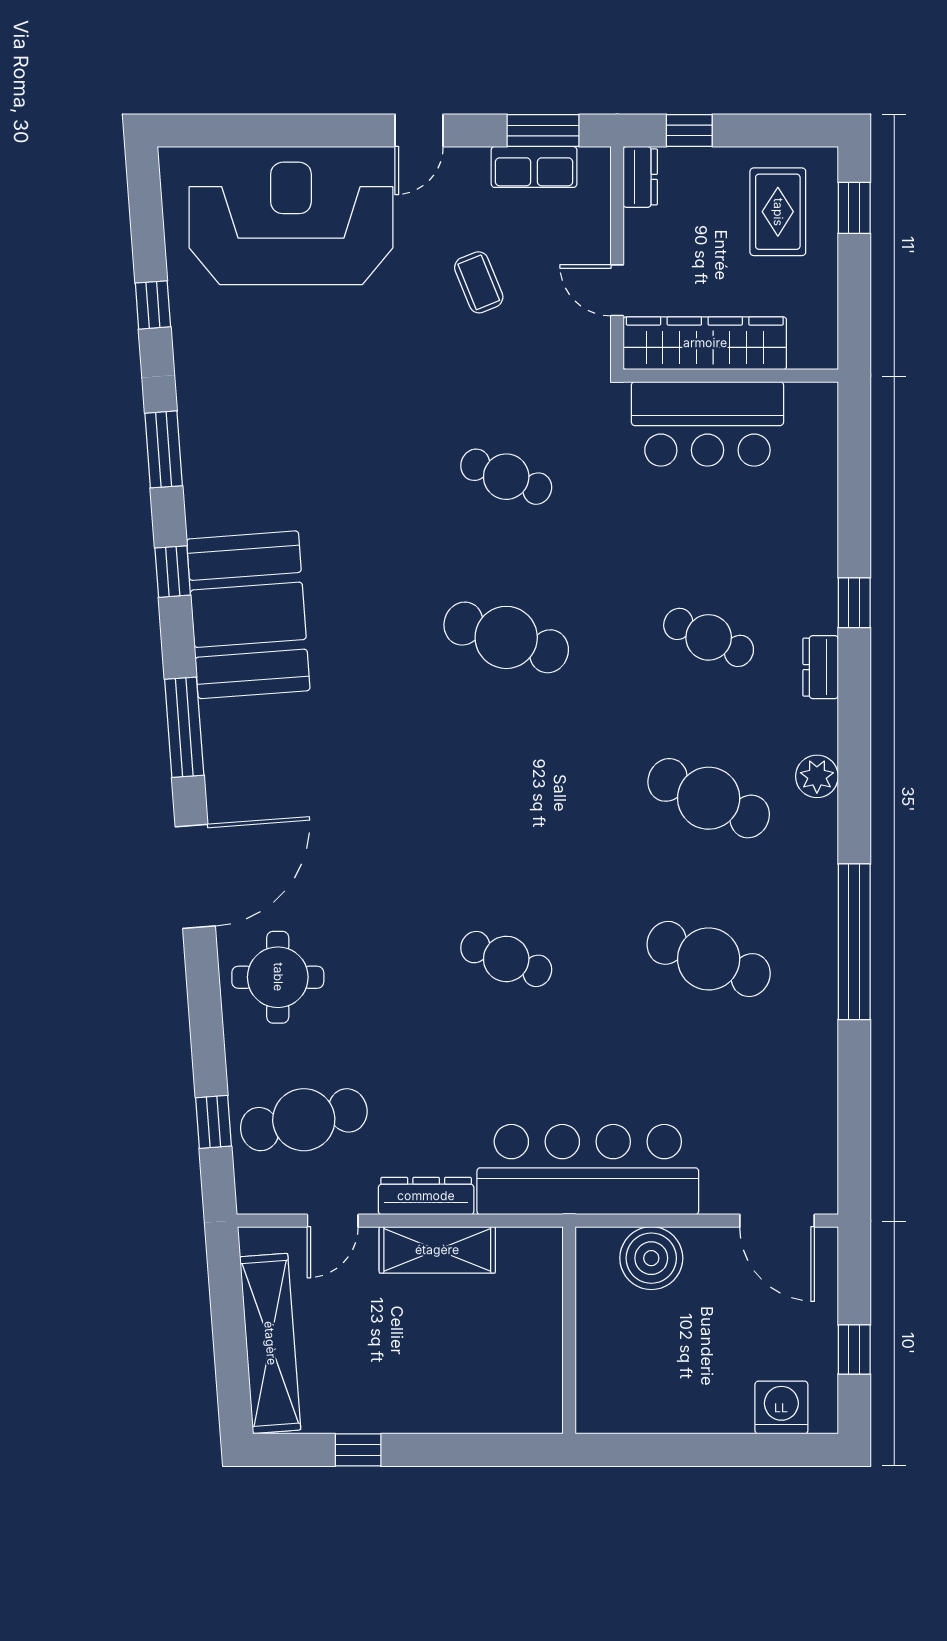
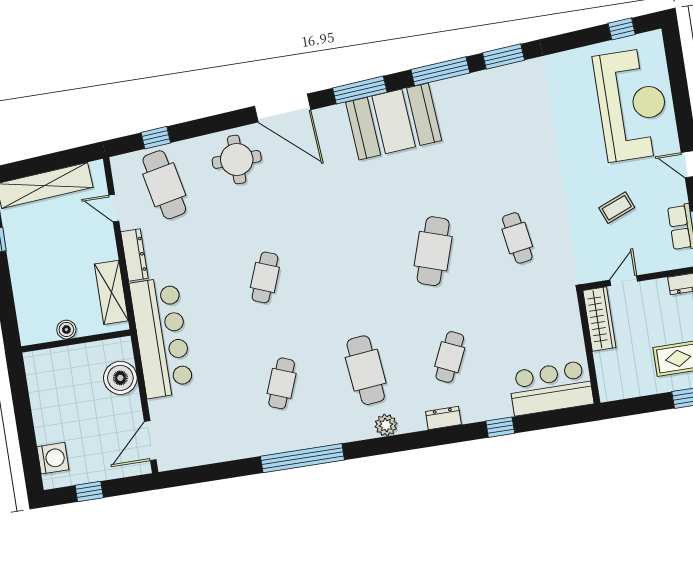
window: (153, 305) -> (622, 29), moved
wardrobe: (705, 343) -> (599, 319), width x0.71, depth x0.85
bar counter: (707, 424) -> (551, 388), moved, turned 90
cafe table: (506, 477) -> (517, 238), turned -30
window: (173, 572) -> (440, 71), width x2.17
window: (854, 603) -> (500, 427), moved
booth: (248, 615) -> (394, 121), moved
cafe table: (709, 798) -> (366, 370), turned -30
cafe table: (709, 959) -> (282, 383), width x0.73, depth x0.74
shelving: (437, 1250) -> (111, 292), moved
boiler: (545, 1345) -> (66, 330), added

